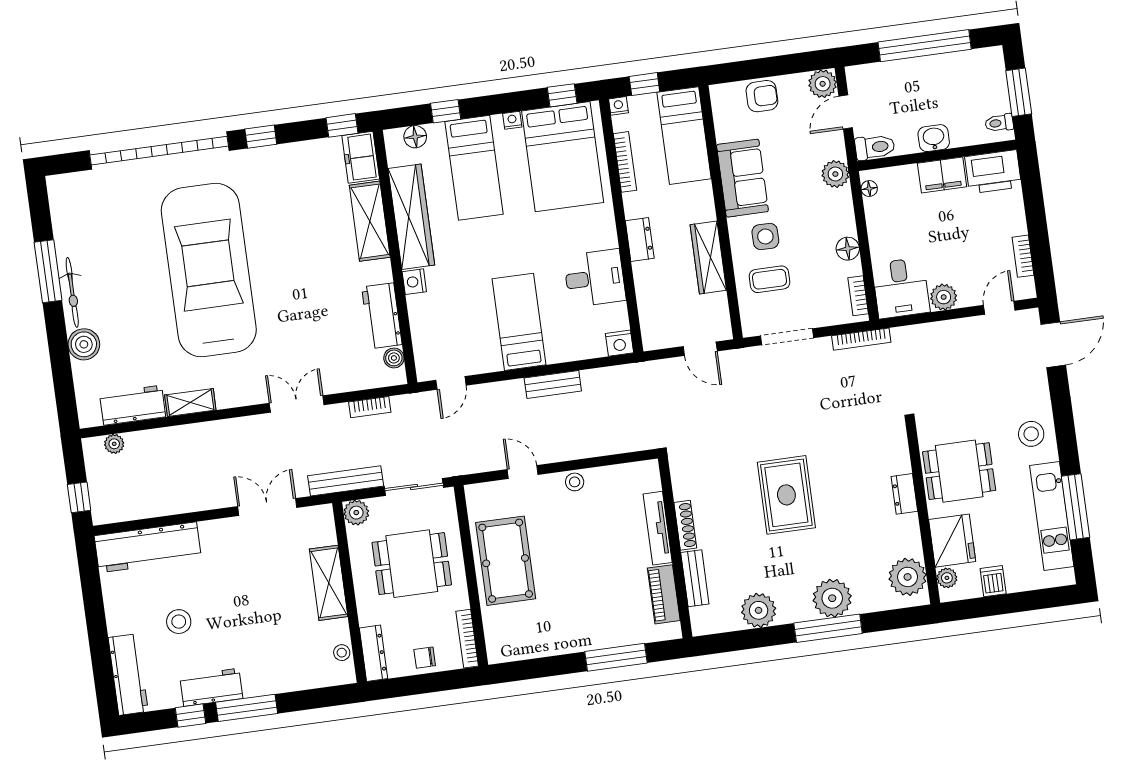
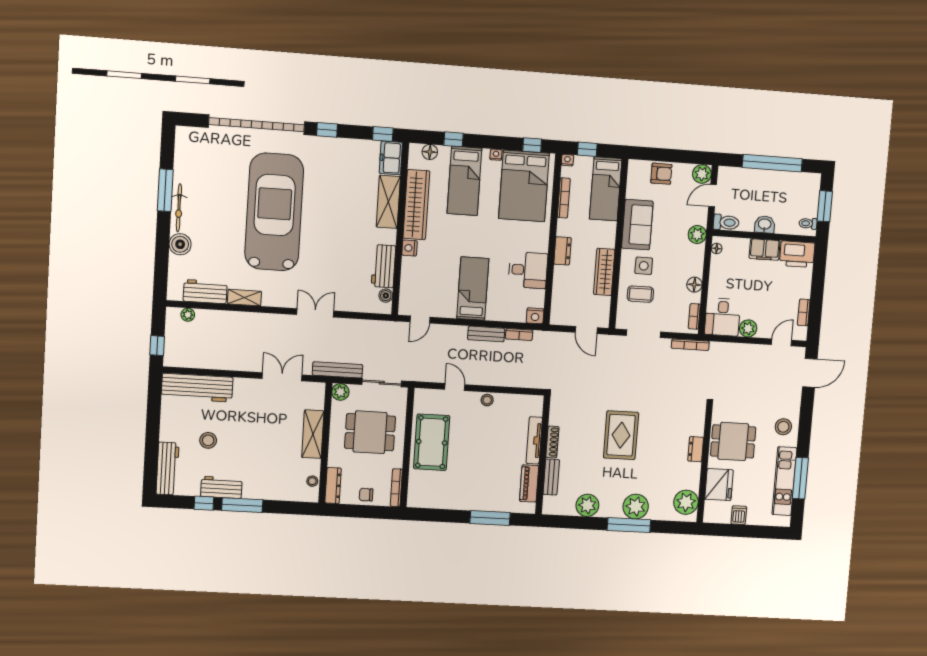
bookcase: (370, 407) -> (519, 334), moved
plant: (947, 578) -> (710, 508), removed

